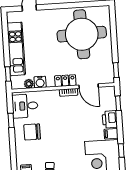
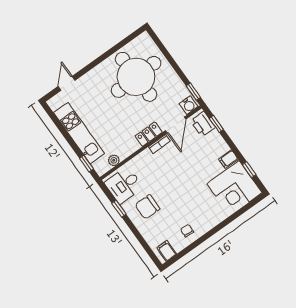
water cooler: (40, 82) -> (189, 105), moved
door: (89, 86) -> (176, 125), hinge flipped
printer: (110, 119) -> (203, 124), moved

